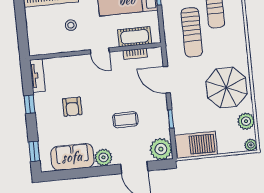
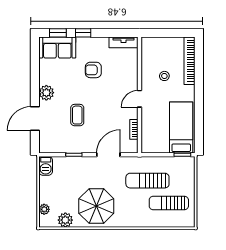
cot: (135, 37) -> (149, 131), removed
window: (29, 104) -> (83, 33), moved
barbecue: (196, 145) -> (46, 166), width x0.53, depth x0.65
plant: (251, 145) -> (44, 209), moved
plant: (161, 149) -> (49, 143), removed
sofa: (72, 157) -> (57, 48), moved, turned 90

